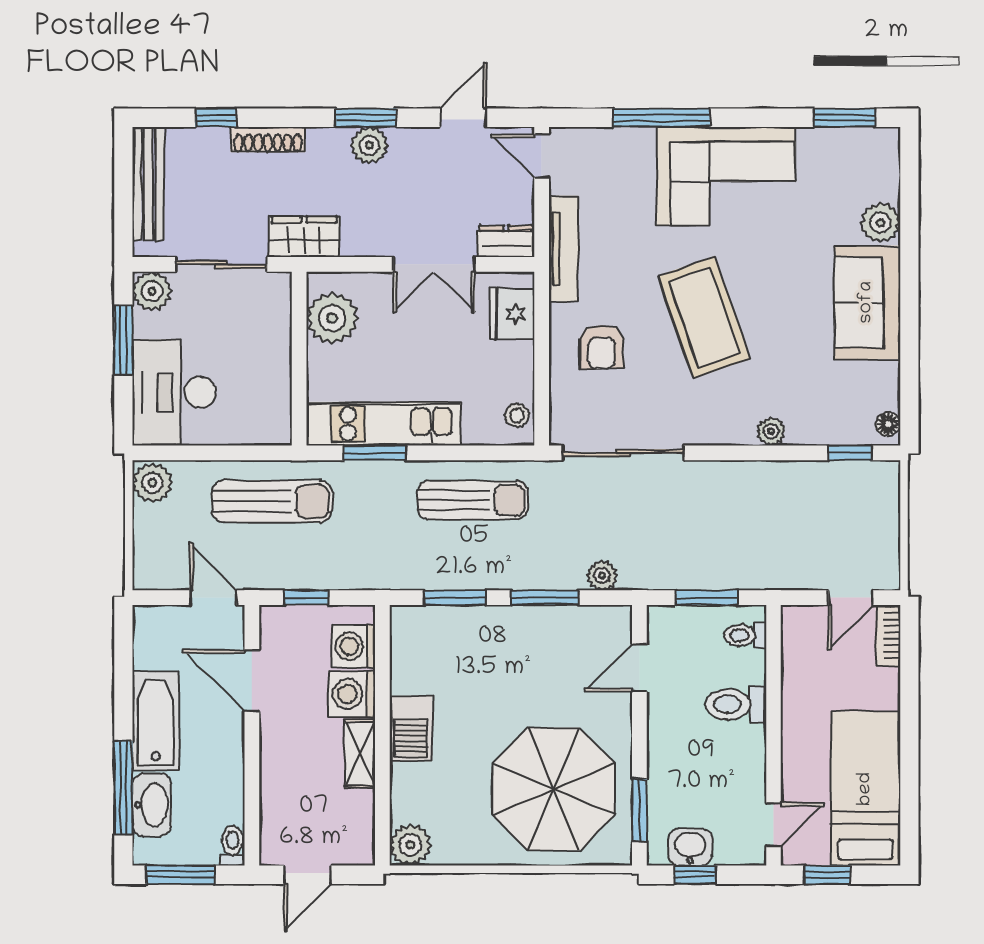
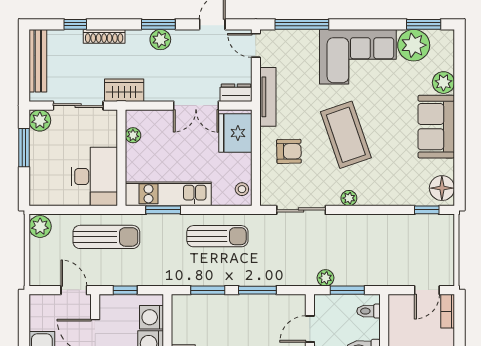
window: (662, 118) -> (302, 24), moved
plant: (827, 155) -> (414, 45), added
fridge: (512, 314) -> (235, 133), width x1.36, depth x1.34
plant: (332, 318) -> (133, 135), width x0.53, depth x0.53
armchair: (601, 347) -> (289, 151), turned -91
desk: (174, 392) -> (94, 176), moved, turned 180
floor lamp: (888, 424) -> (442, 188), width x1.89, depth x1.89
plant: (771, 431) -> (349, 198), moved
sliding door: (623, 453) -> (301, 210), width x0.73
plant: (602, 575) -> (325, 278), moved

